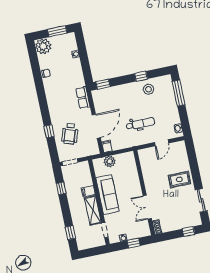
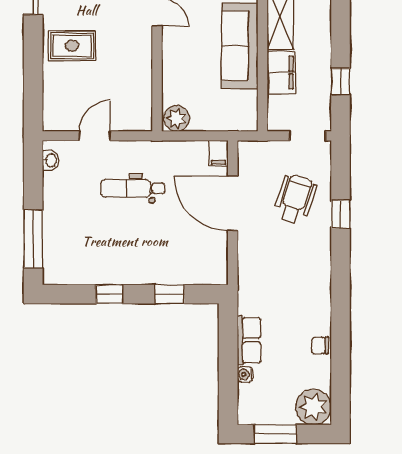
window: (103, 84) -> (170, 294), moved
stool: (148, 89) -> (99, 262), removed
row of seats: (83, 98) -> (249, 340), moved
door: (96, 126) -> (233, 203), hinge flipped
plant: (110, 162) -> (177, 118), moved
filing cabinet: (88, 191) -> (281, 73), width x2.00

